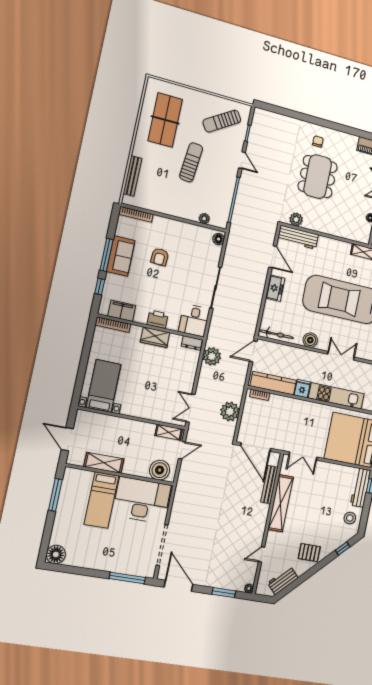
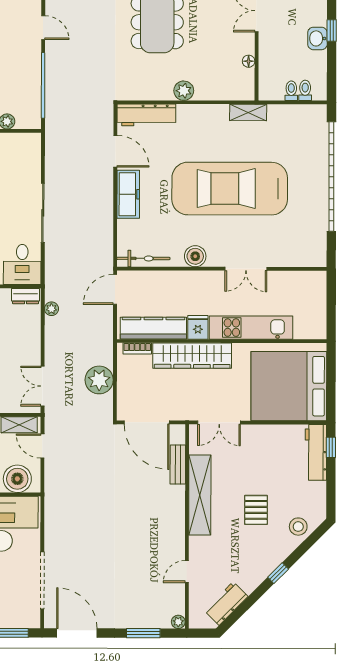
plant: (296, 219) -> (184, 91), moved
floor lamp: (219, 239) -> (33, 145), removed
freezer: (275, 288) -> (128, 194), width x1.40
plant: (212, 356) -> (51, 309), width x0.53, depth x0.53
double door: (341, 356) -> (246, 269), swing flipped
wardrobe: (295, 407) -> (192, 356), added
door: (182, 450) -> (42, 446), swing flipped
bench: (269, 485) -> (178, 464), width x0.73
stool: (350, 518) -> (298, 527), moved
window: (343, 548) -> (278, 573), moved
pallet: (309, 553) -> (256, 510), moved, turned 90

